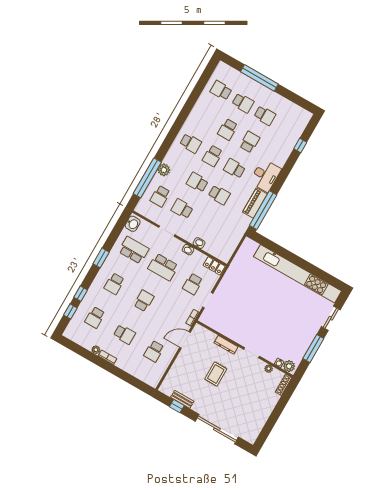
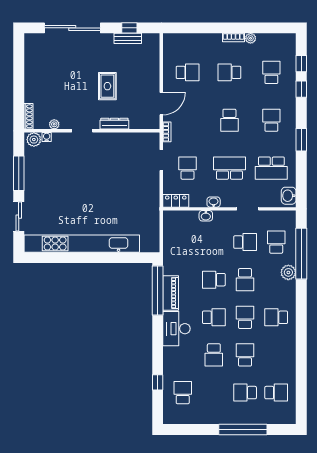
school desk: (265, 116) -> (183, 393), moved, turned 90
school desk: (197, 182) -> (245, 280), turned 90
school desk: (154, 351) -> (188, 72), turned 90

